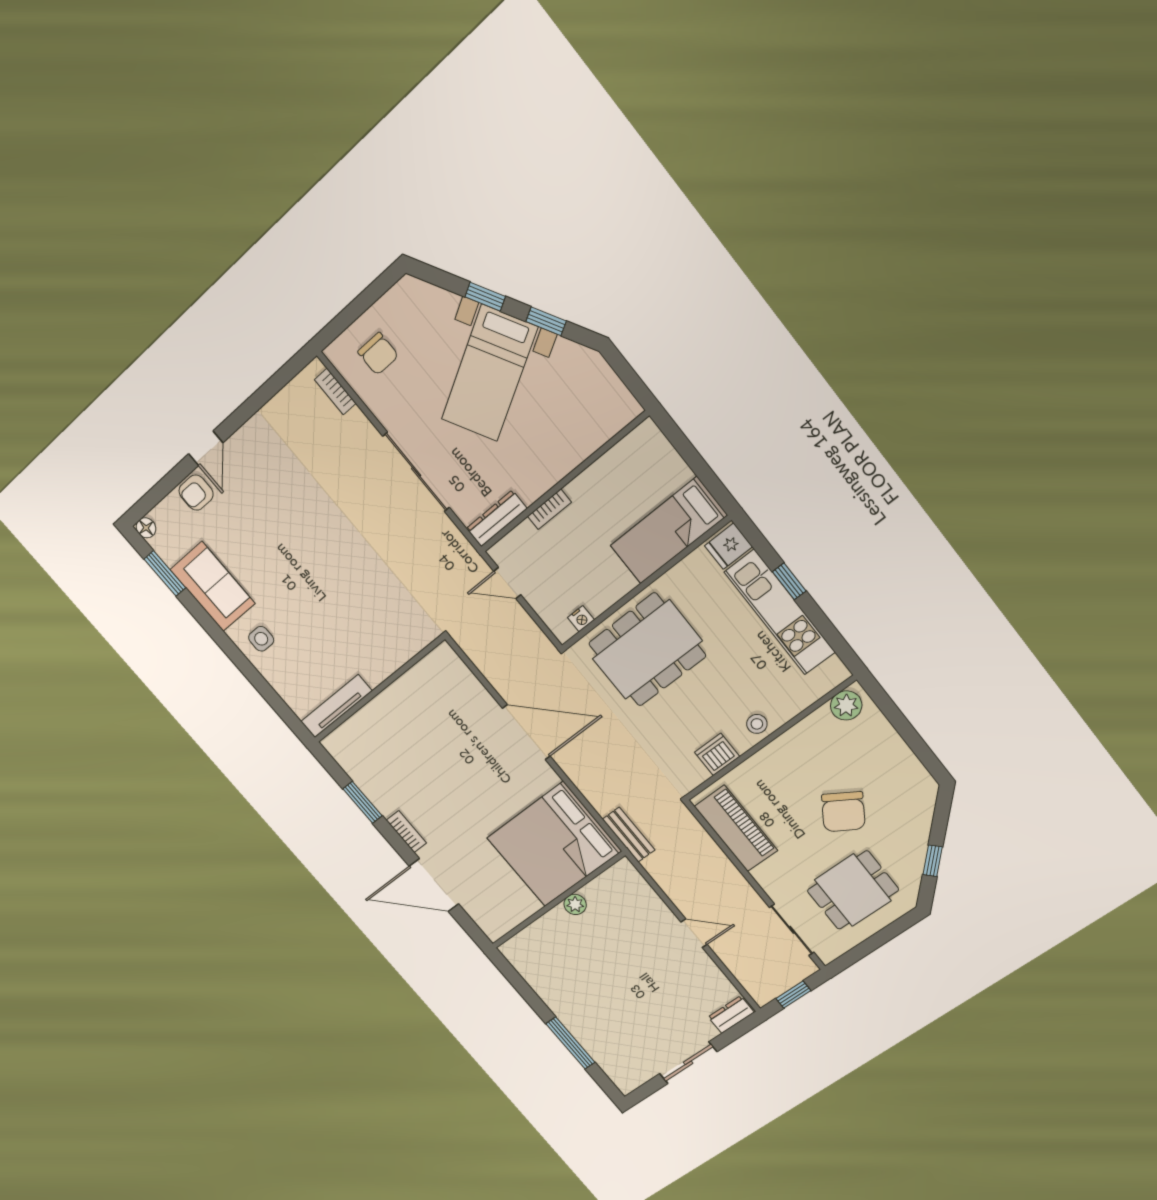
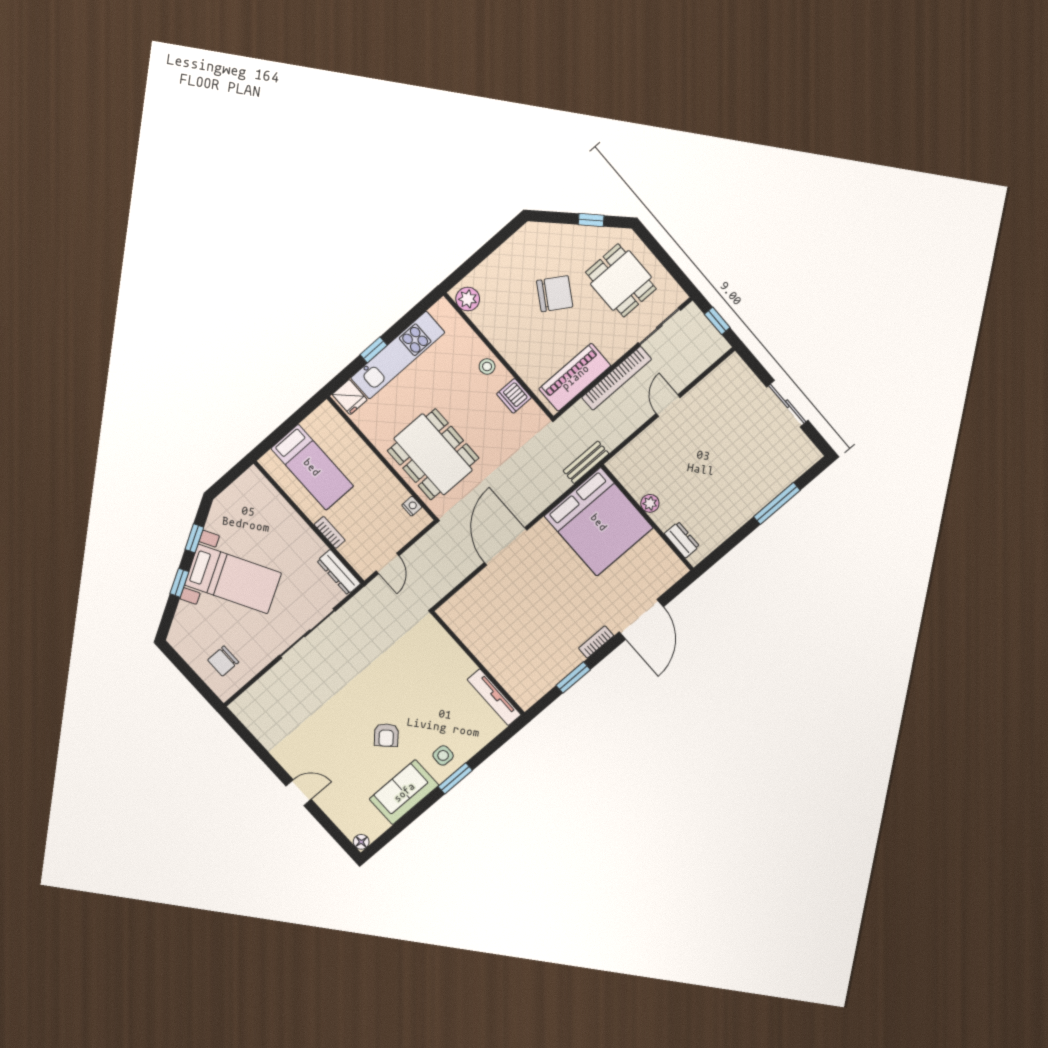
chair: (378, 354) -> (223, 661), turned 180
bookcase: (335, 391) -> (617, 378), moved, width x2.31, depth x1.31
armchair: (196, 493) -> (386, 735), moved, turned 44
bed: (669, 530) -> (312, 467), moved
window: (165, 573) -> (455, 778), moved
dresser: (731, 1015) -> (682, 540), moved, turned 180

